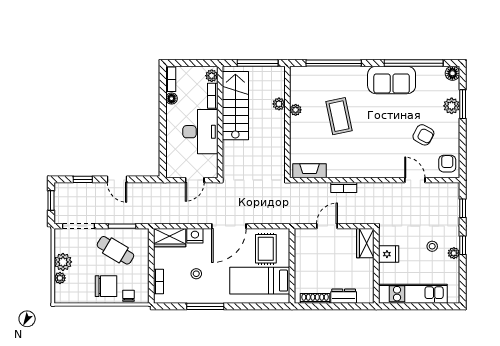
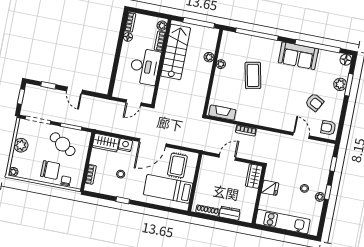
armchair: (447, 164) -> (328, 128), turned -90
plant: (60, 278) -> (13, 172), moved
window: (205, 306) -> (123, 200), width x0.46

